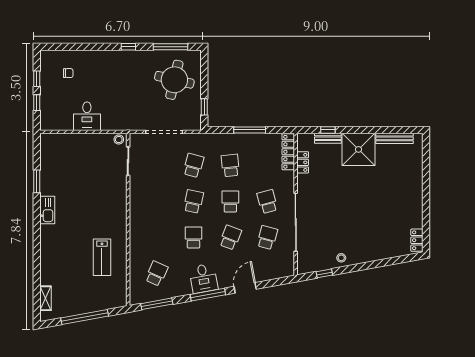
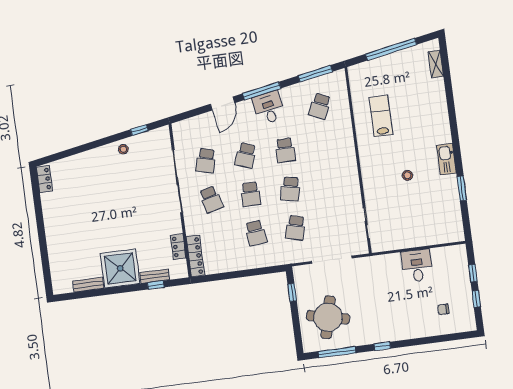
window: (250, 130) -> (240, 274), removed
bench: (395, 138) -> (88, 285), width x0.73
stool: (119, 139) -> (407, 175), moved

